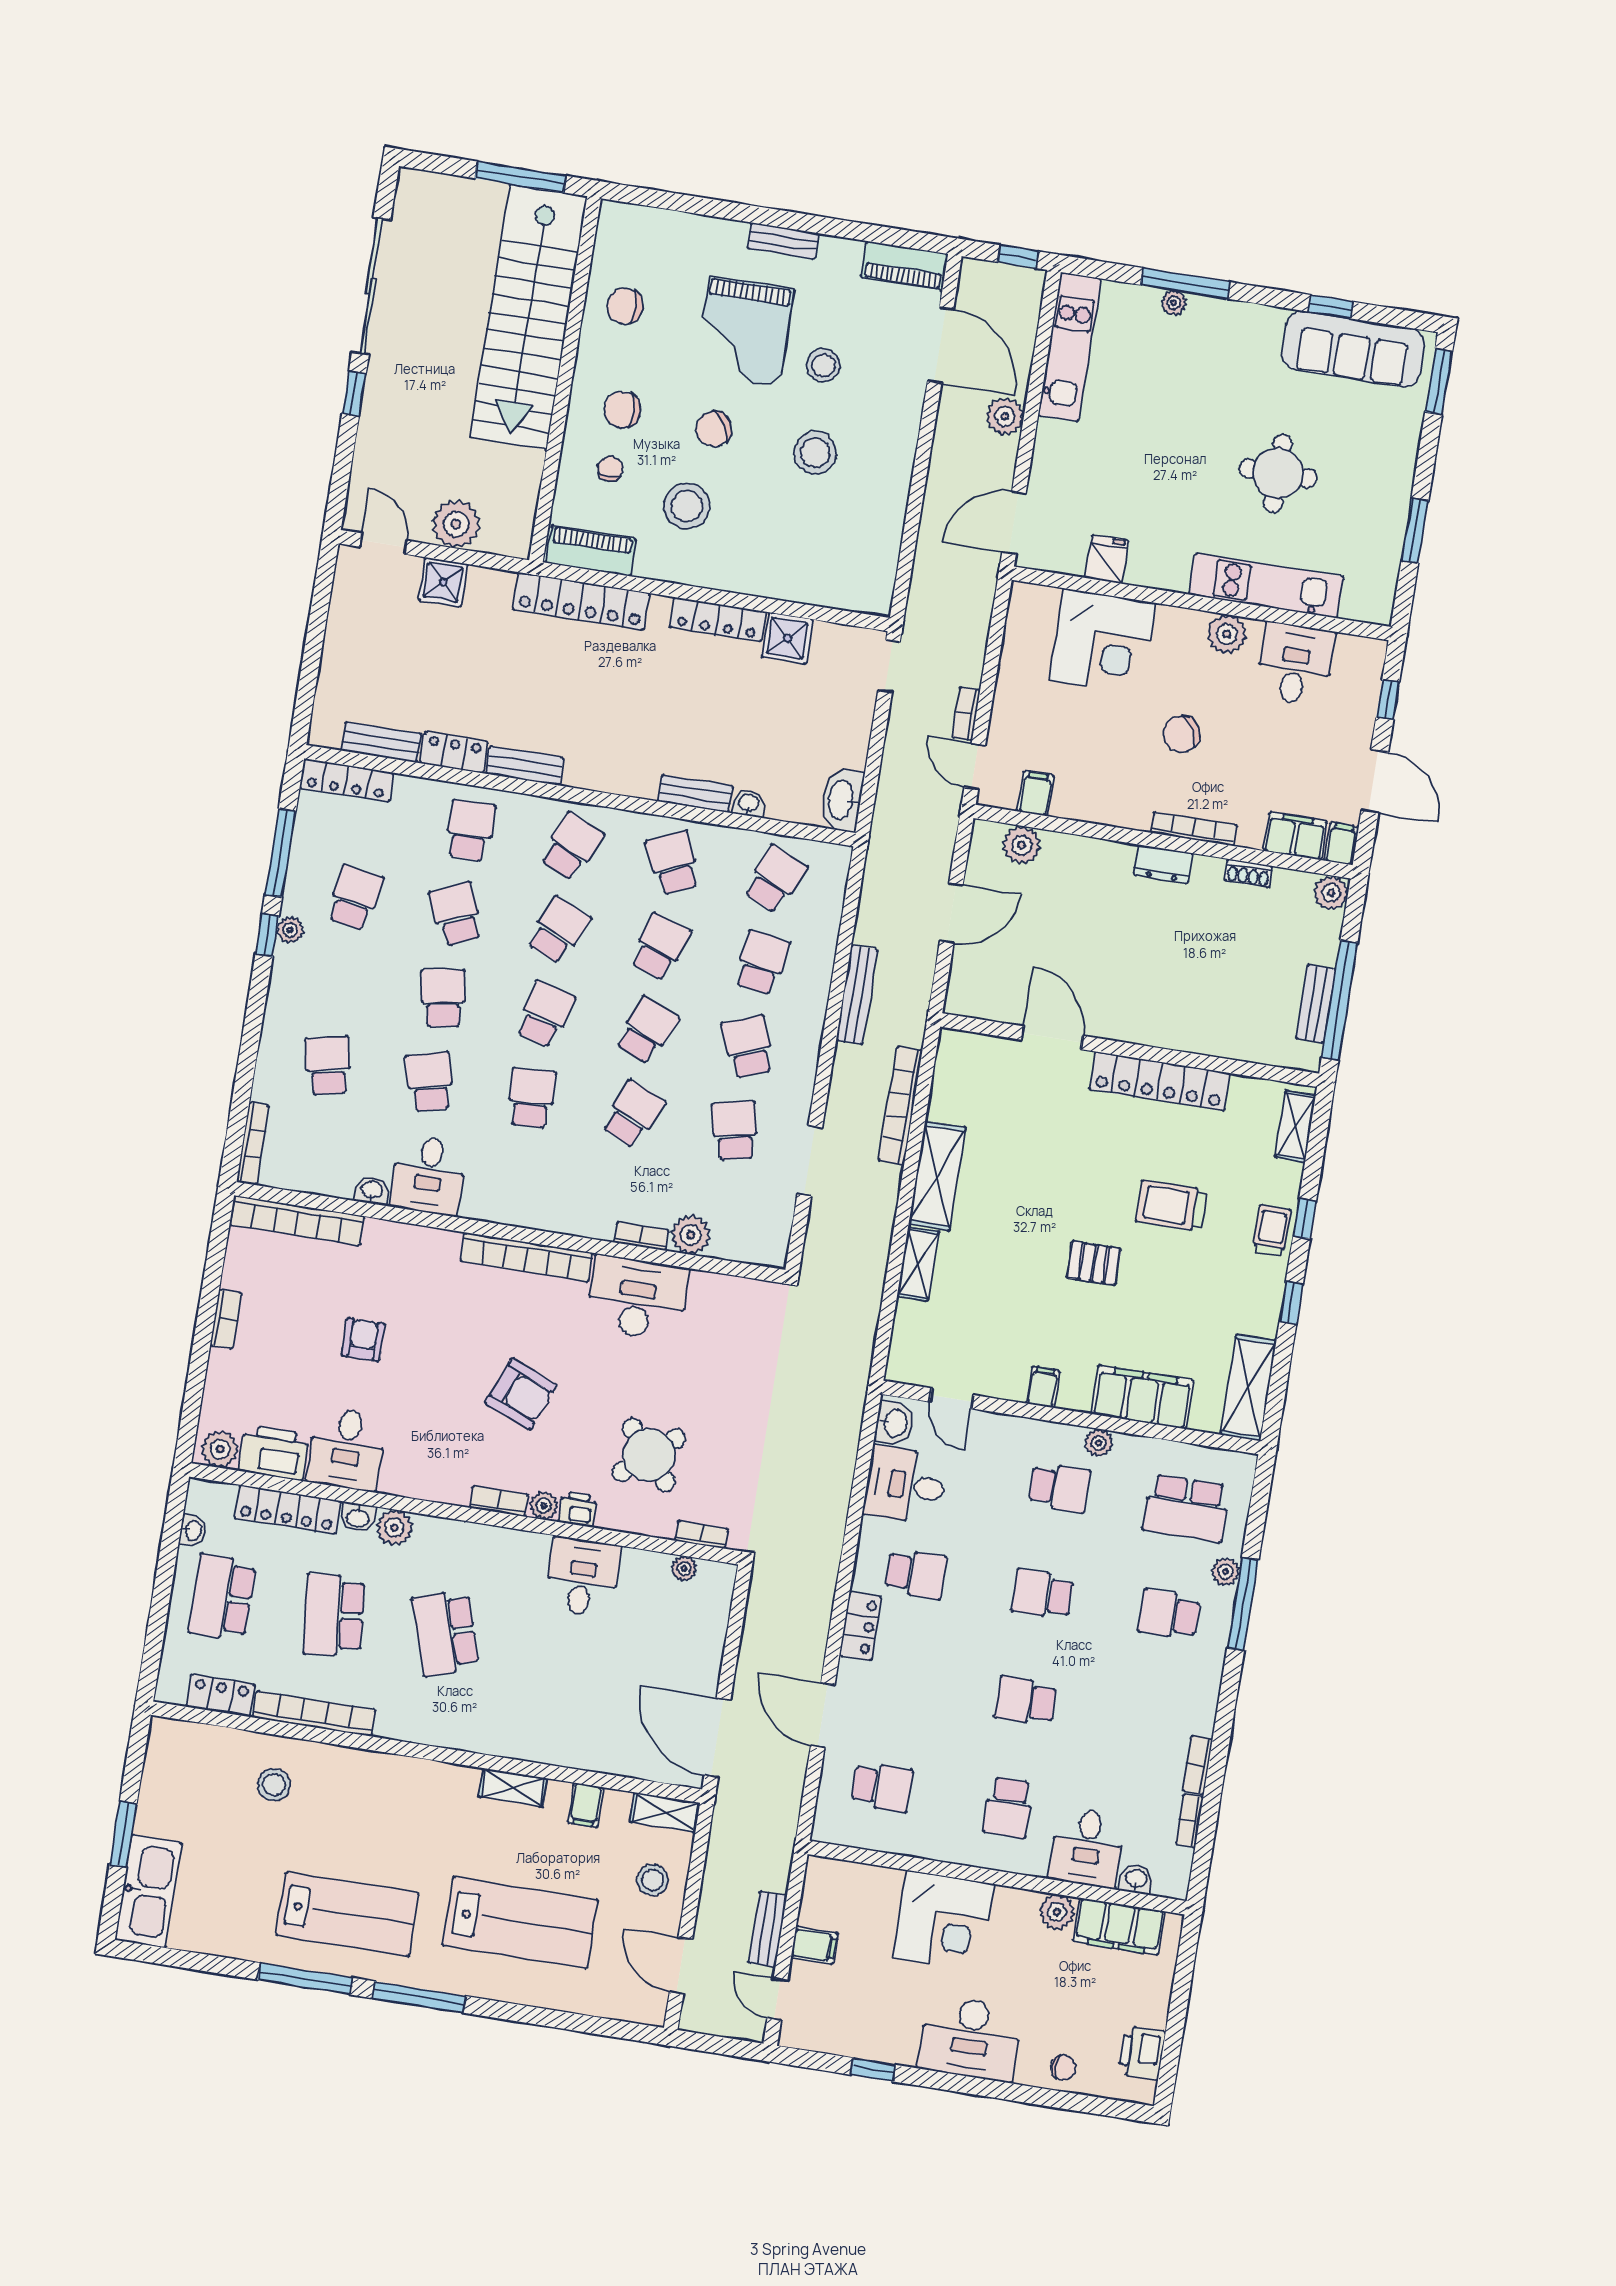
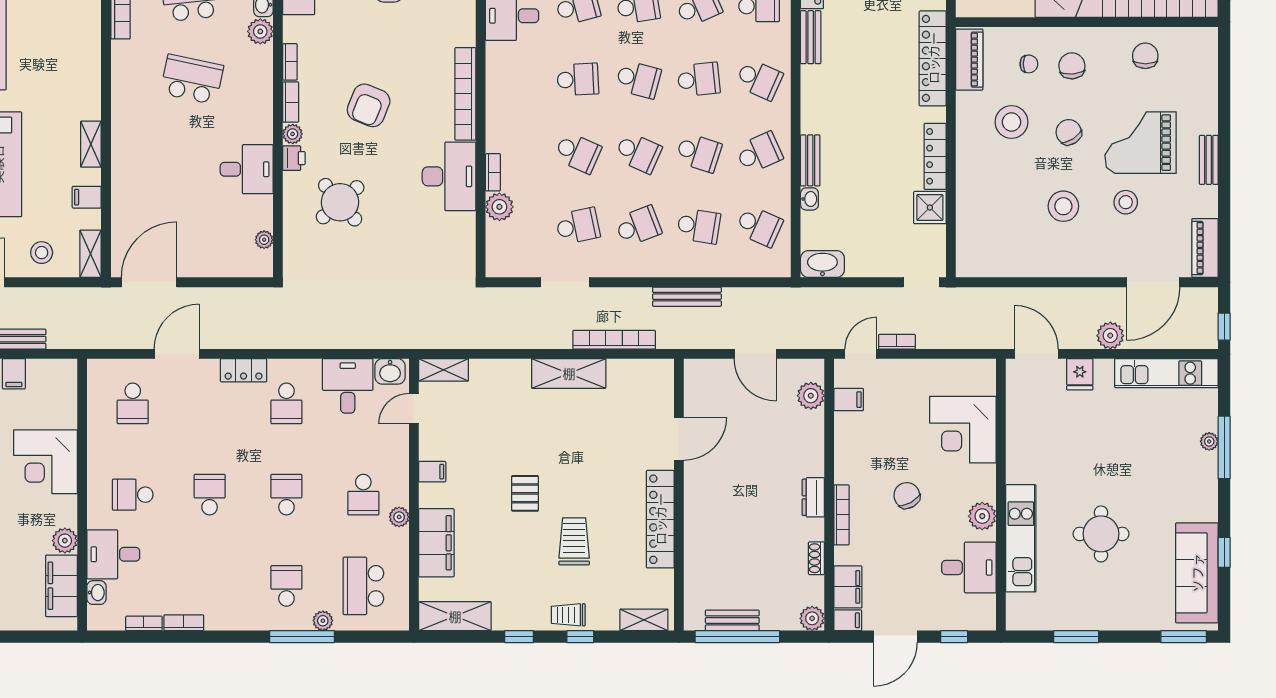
fridge: (1107, 559) -> (1080, 374), moved, turned 90
school desk: (558, 930) -> (699, 79), turned -30
trolley: (1272, 1230) -> (568, 615), turned 180
shelving: (918, 1264) -> (444, 370), moved
bookcase: (701, 1535) -> (290, 62), moved
school desk: (446, 1633) -> (192, 79), turned 30

